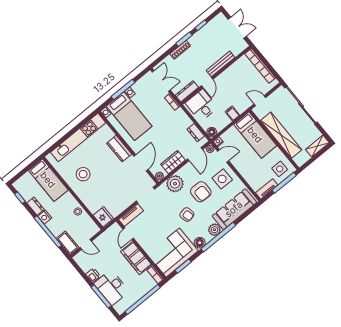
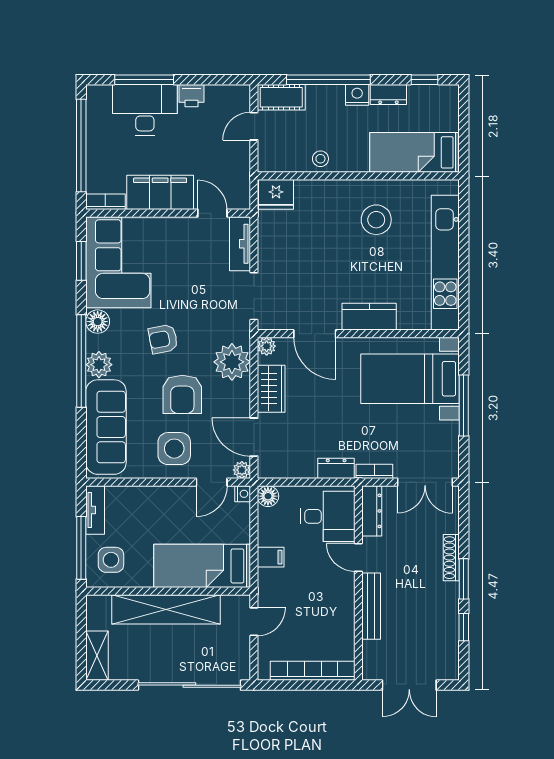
dresser: (196, 133) -> (336, 468), moved
armchair: (201, 192) -> (182, 394), turned -90

